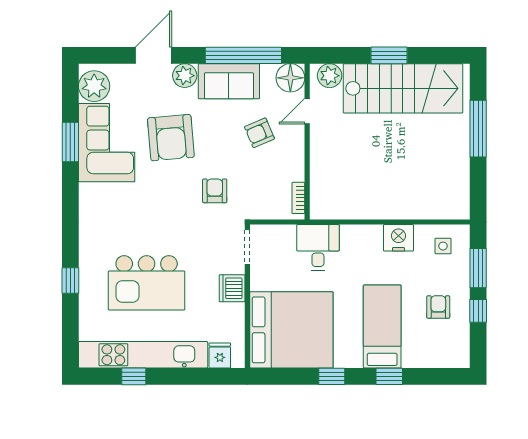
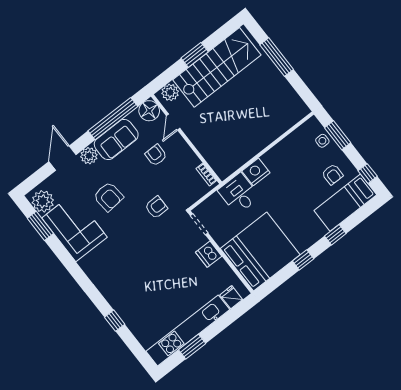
armchair: (259, 133) -> (156, 155), turned 113
armchair: (171, 138) -> (108, 197), width x0.73, depth x0.73
window: (70, 142) -> (40, 226), moved
armchair: (215, 191) -> (156, 207), turned 90
nightstand: (398, 238) -> (256, 172), moved
side table: (443, 246) -> (322, 141), moved
kitchen island: (147, 283) -> (158, 289), removed
armchair: (438, 307) -> (332, 174), turned 180
window: (478, 311) -> (368, 174), moved
bed: (382, 326) -> (345, 203), moved, turned -90
window: (134, 376) -> (192, 347), width x1.50

